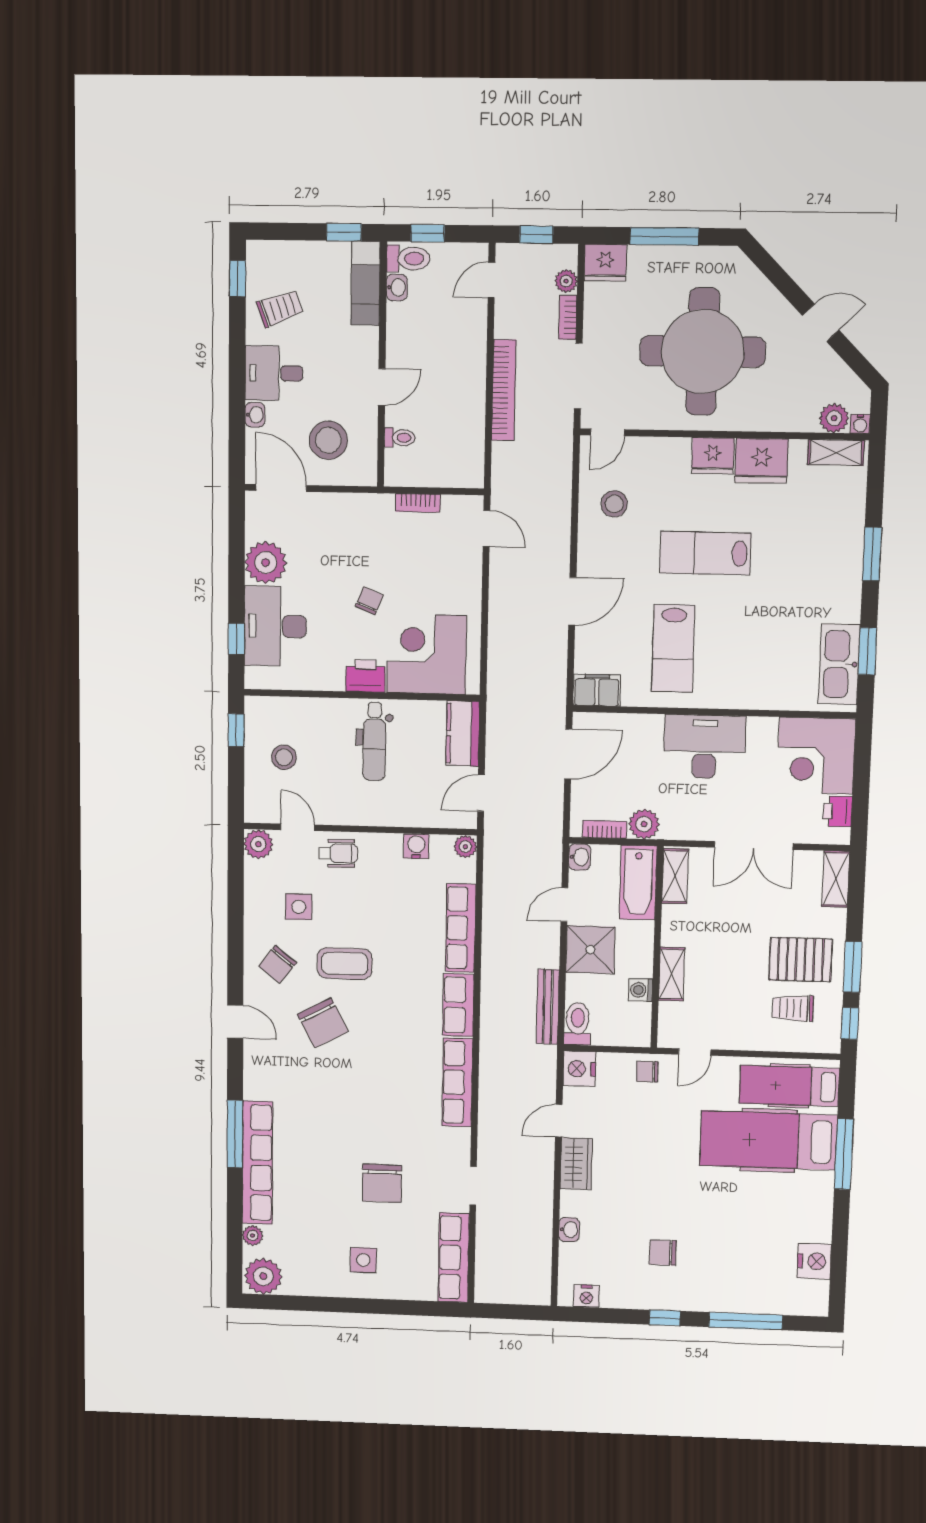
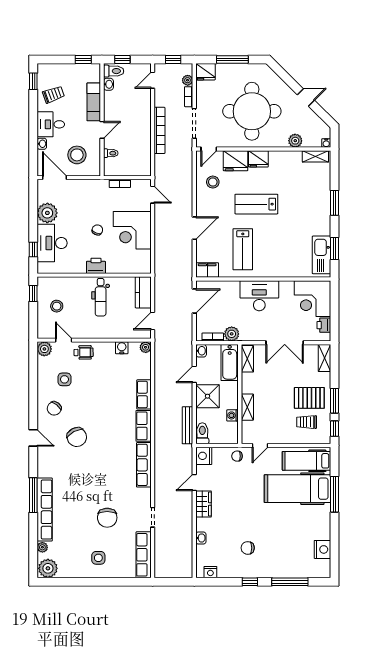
exam couch: (366, 283) -> (94, 102), moved
plant: (834, 418) -> (295, 141), moved
fridge: (762, 461) -> (236, 161), moved
corner desk: (427, 654) -> (132, 230), moved, turned -90
row of seats: (461, 928) -> (144, 394), width x0.68
coffee table: (345, 964) -> (87, 407), removed

